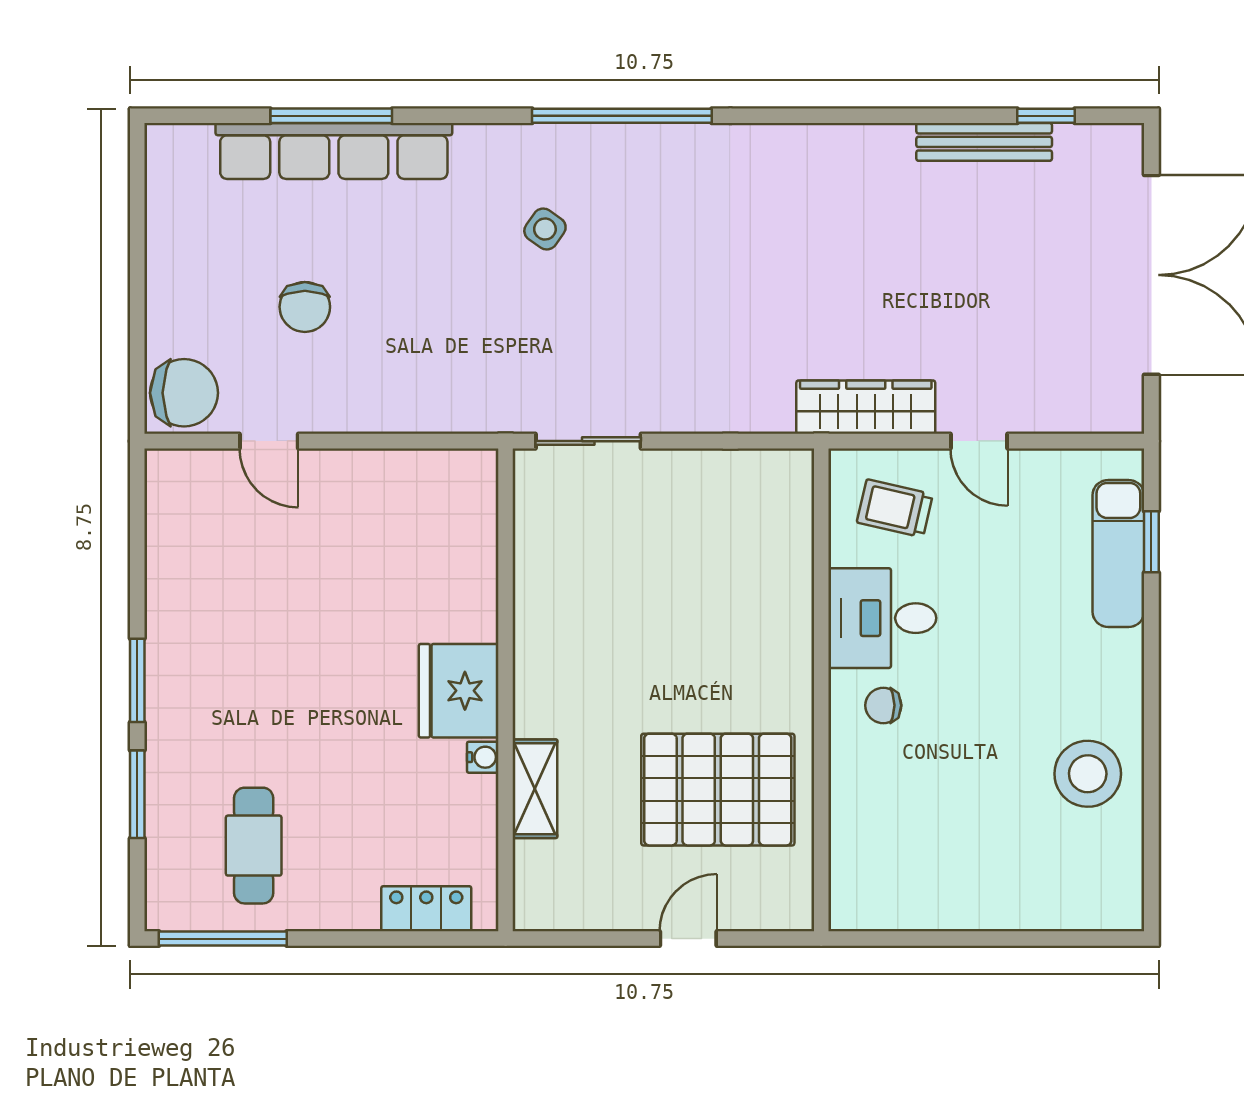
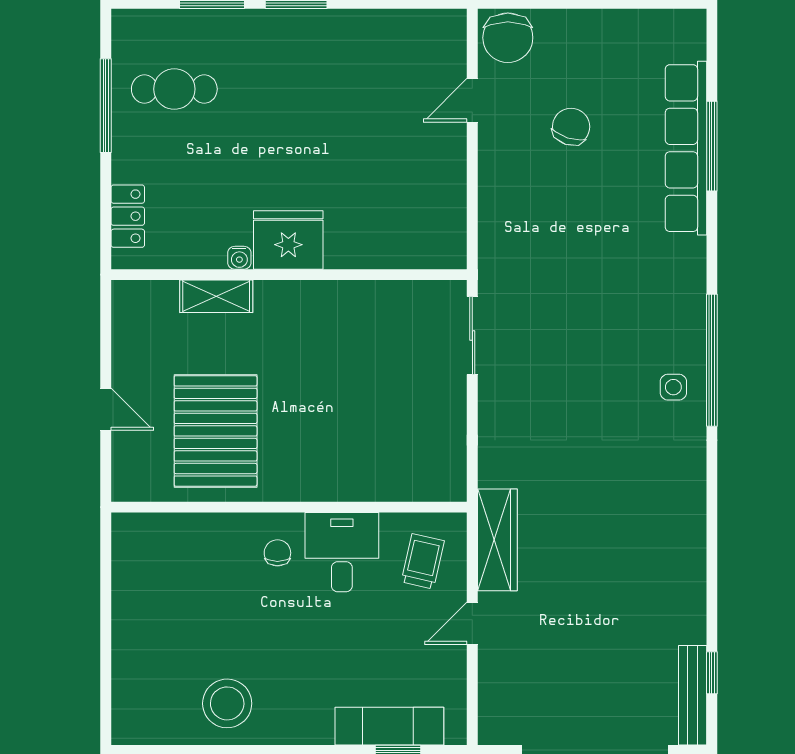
bench: (984, 142) -> (693, 695), moved
side table: (545, 229) -> (673, 387), moved, turned -35
chair: (305, 307) -> (571, 127), turned 108
window: (223, 939) -> (106, 106), moved

